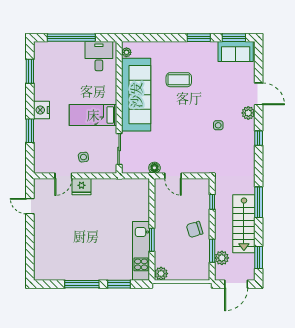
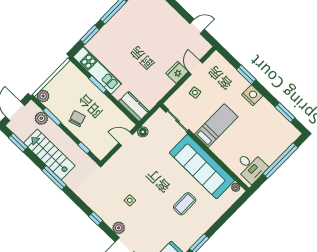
kitchen counter: (141, 194) -> (134, 106), added
plant: (161, 274) -> (43, 96), moved

